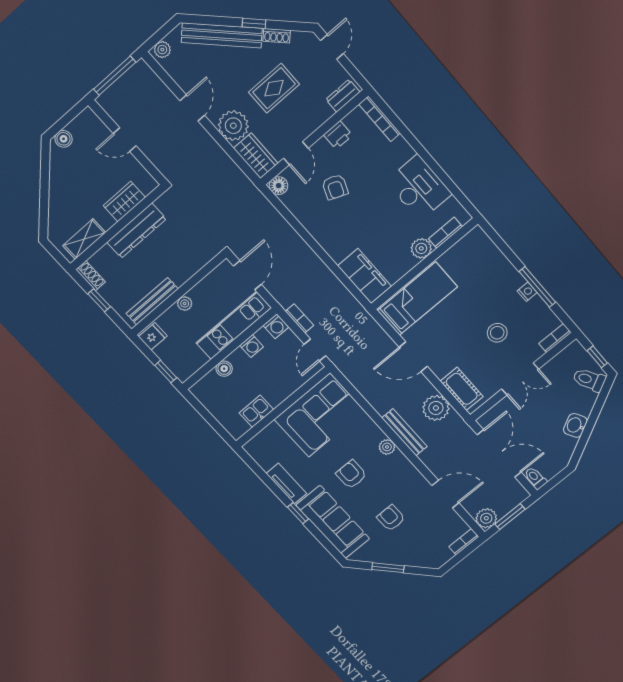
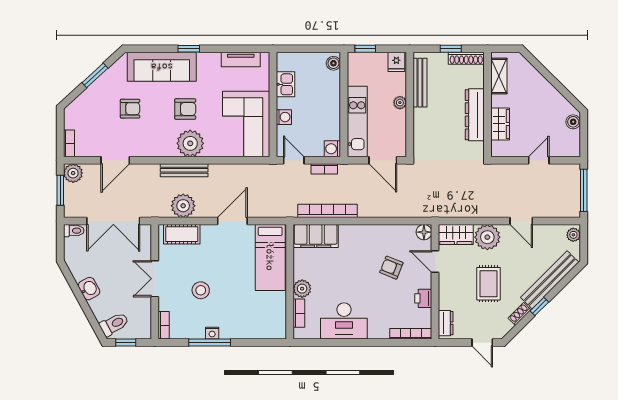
shoe rack: (91, 276) -> (466, 58), width x1.43
bookcase: (334, 285) -> (328, 211), added
washing machine: (252, 346) -> (284, 117), moved, turned 180
boiler: (224, 369) -> (333, 63), moved
plant: (387, 447) -> (190, 143), width x1.88, depth x1.88
tv unit: (286, 484) -> (241, 60), moved

